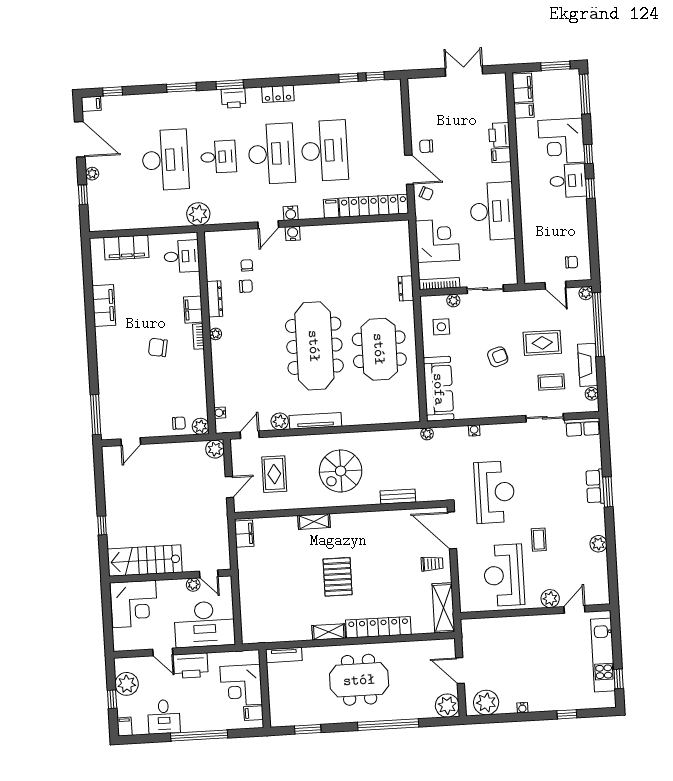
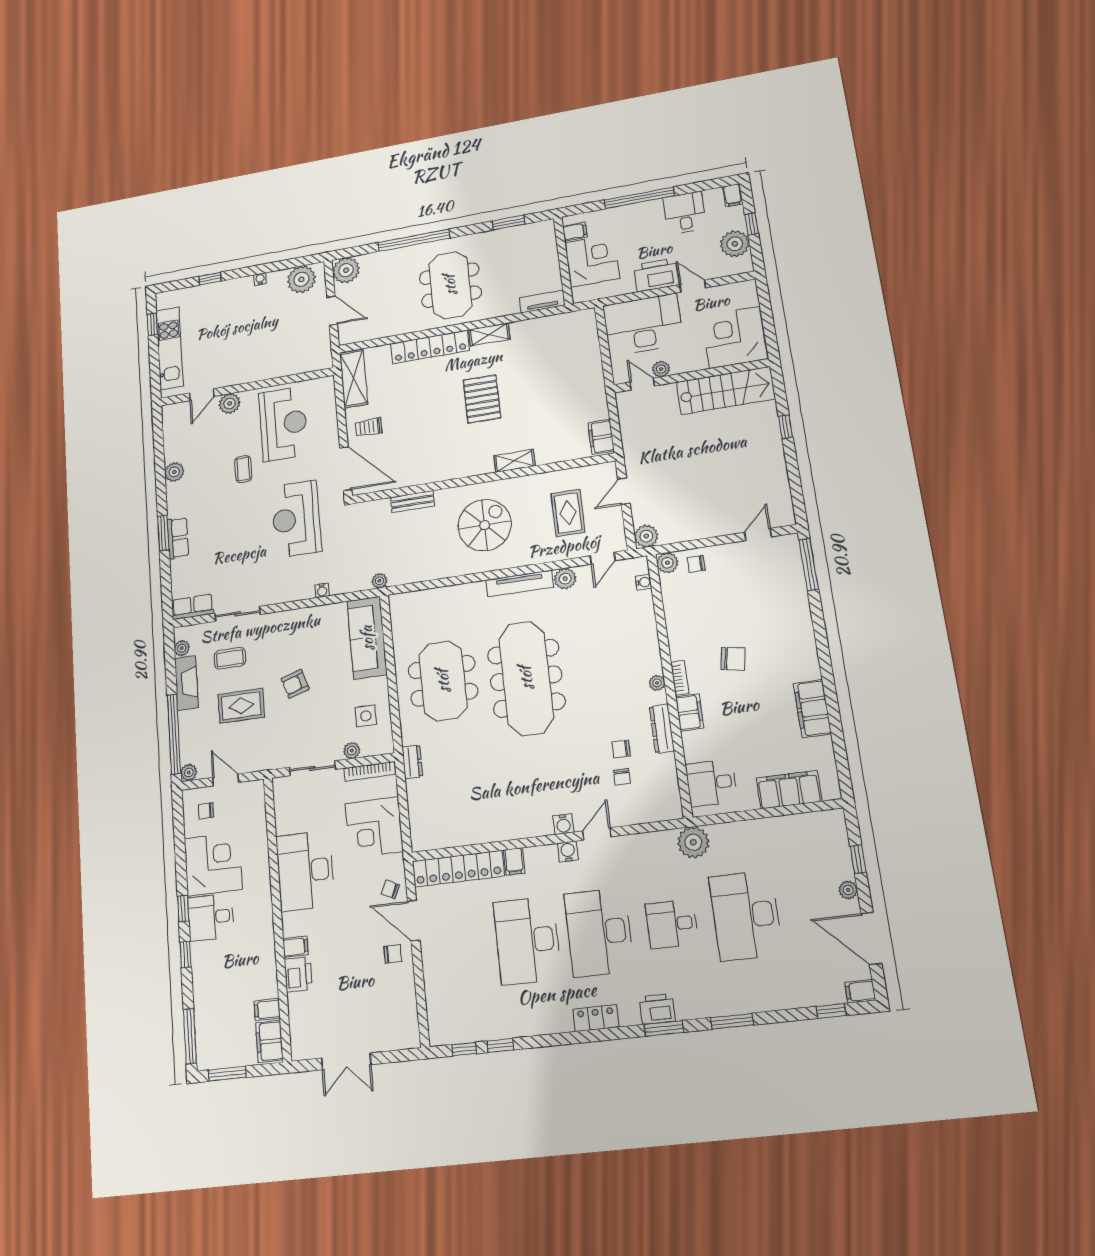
corner desk: (561, 141) -> (213, 864), moved
meeting table: (359, 680) -> (450, 285), turned 90

